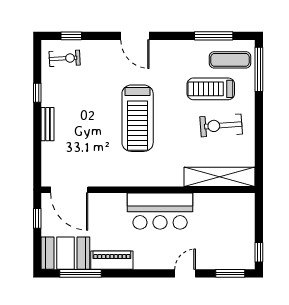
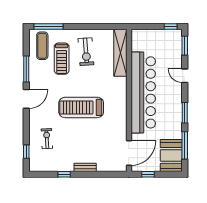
door: (135, 36) -> (26, 99), moved
window: (214, 36) -> (26, 69), moved
exercise bike: (65, 58) -> (47, 139), moved
treadmill: (138, 118) -> (81, 107), turned 180
bar counter: (160, 211) -> (143, 92), width x1.86
piano: (112, 260) -> (176, 125), removed
window: (130, 273) -> (185, 113), added

